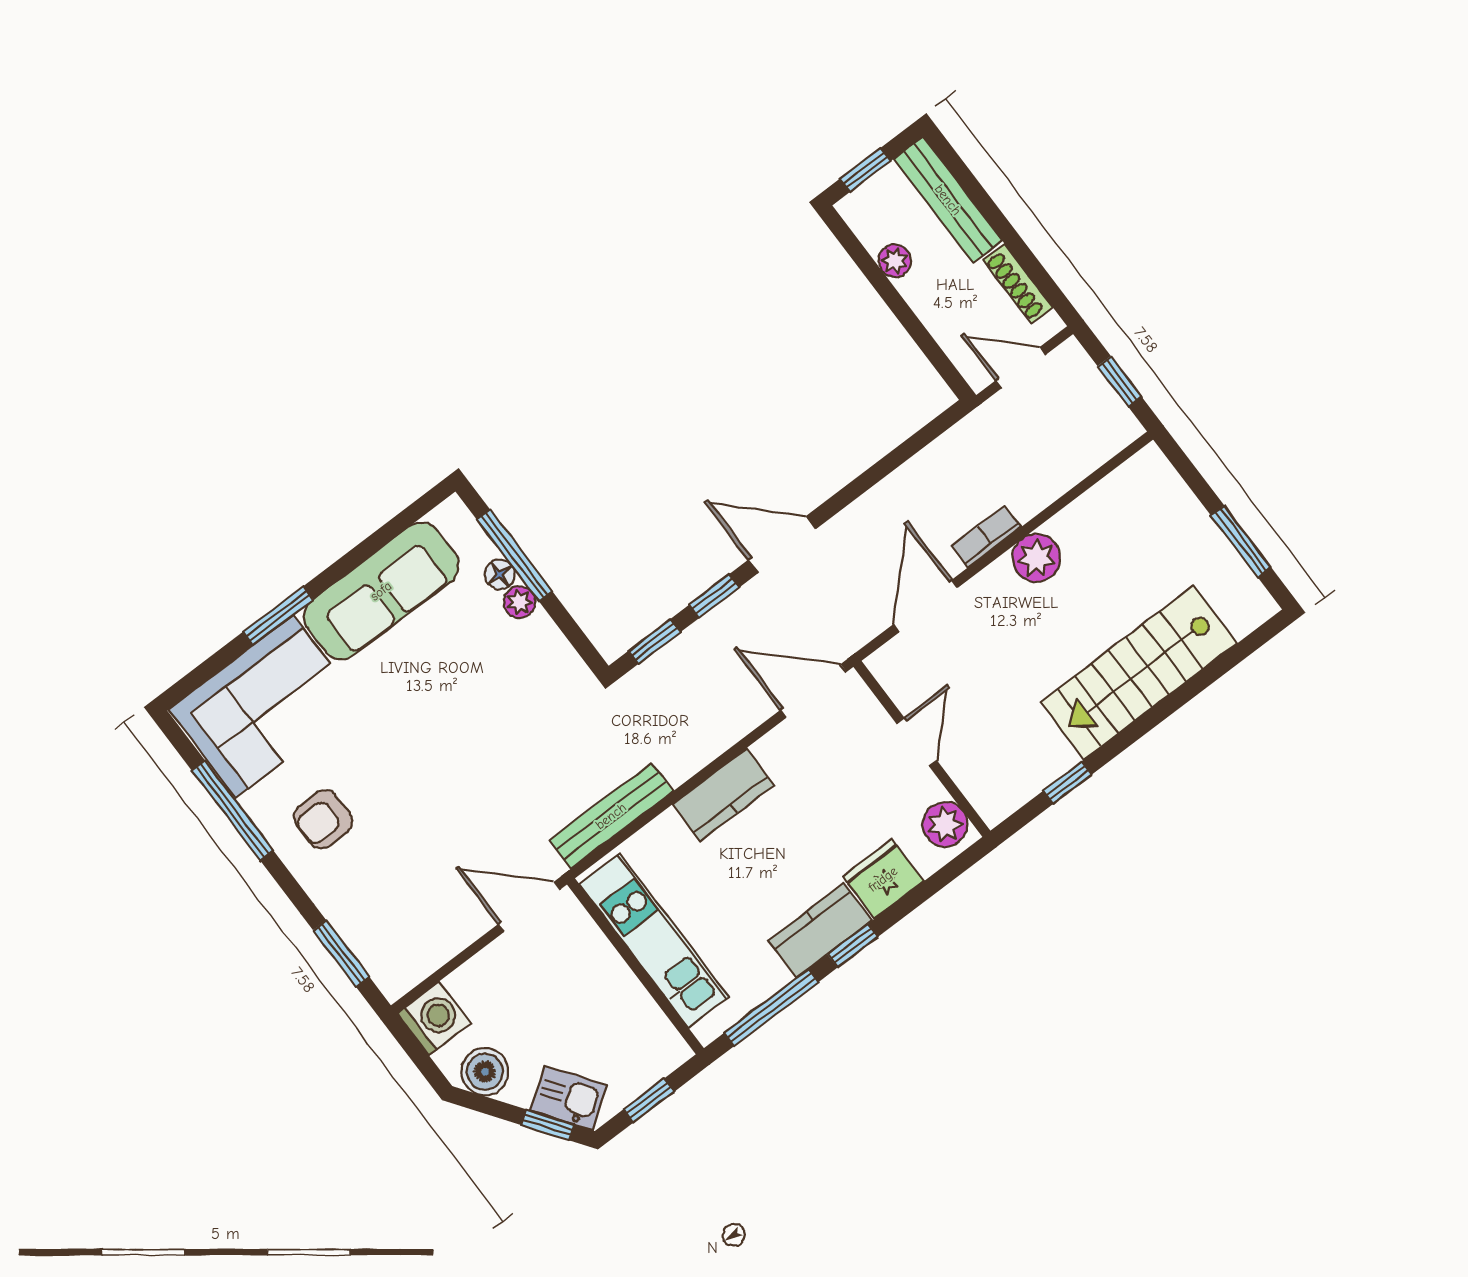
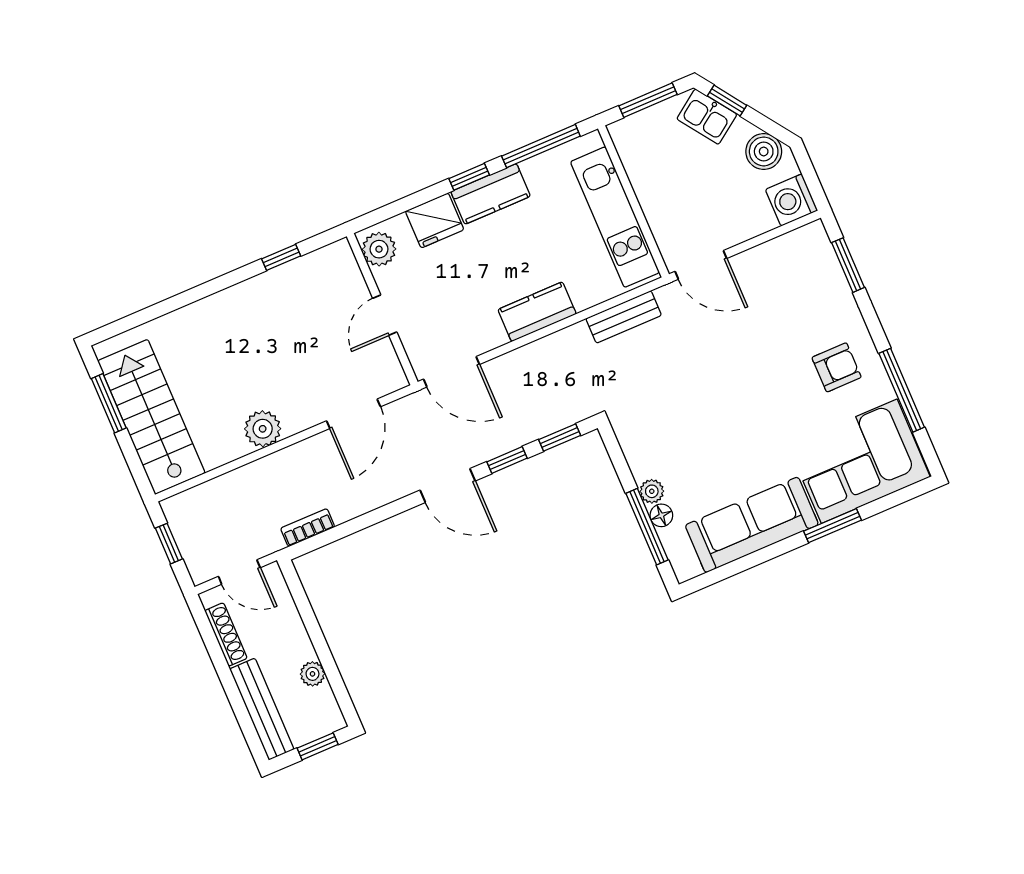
bookcase: (986, 537) -> (308, 528), moved, turned 180
stairs: (1139, 673) -> (151, 417), moved, turned -90
bench: (611, 816) -> (624, 317), width x0.73
window: (649, 1100) -> (648, 100), width x1.50

